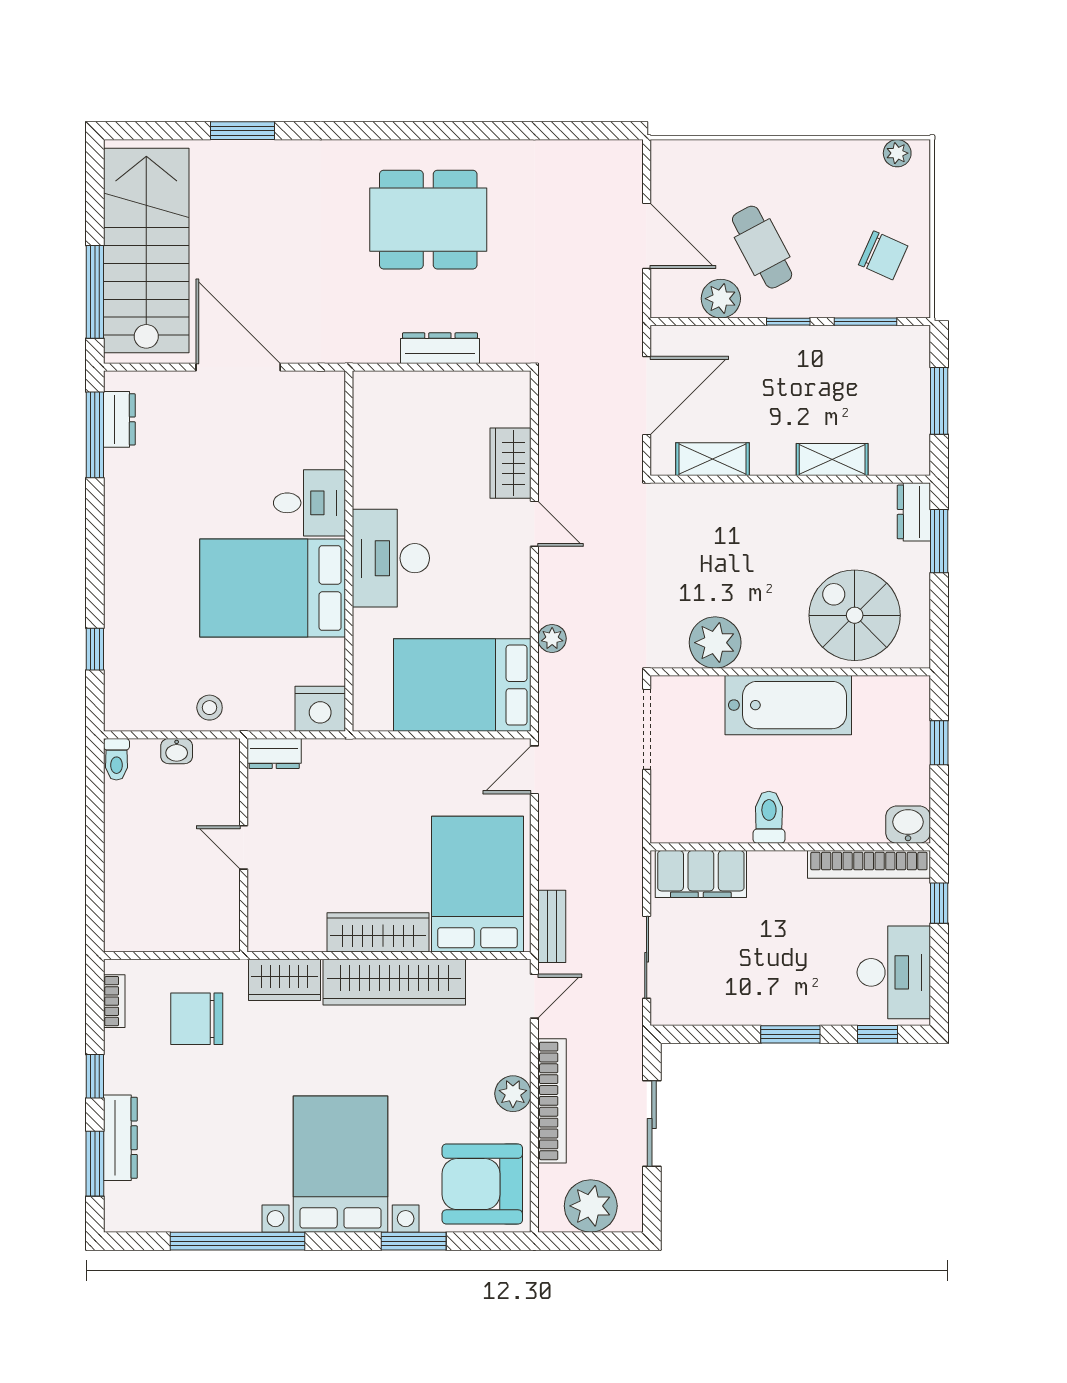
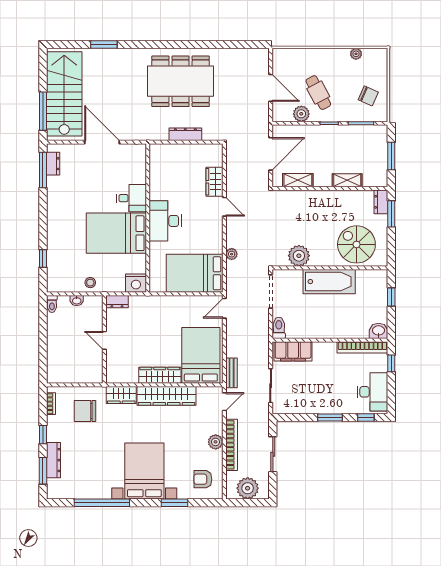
plant: (897, 153) -> (356, 54), moved
dining table: (428, 220) -> (181, 81), width x1.36, depth x1.24
toilet: (769, 817) -> (279, 328), moved
armchair: (482, 1184) -> (203, 479), width x0.53, depth x0.53

